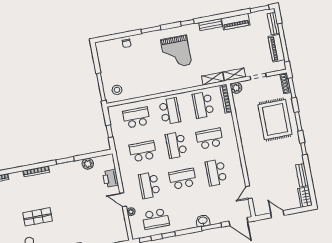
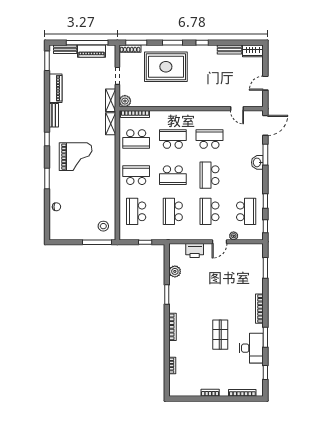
school desk: (210, 139) -> (173, 139), turned 90
school desk: (216, 172) -> (209, 139), turned 180
school desk: (149, 185) -> (209, 211), turned 90

